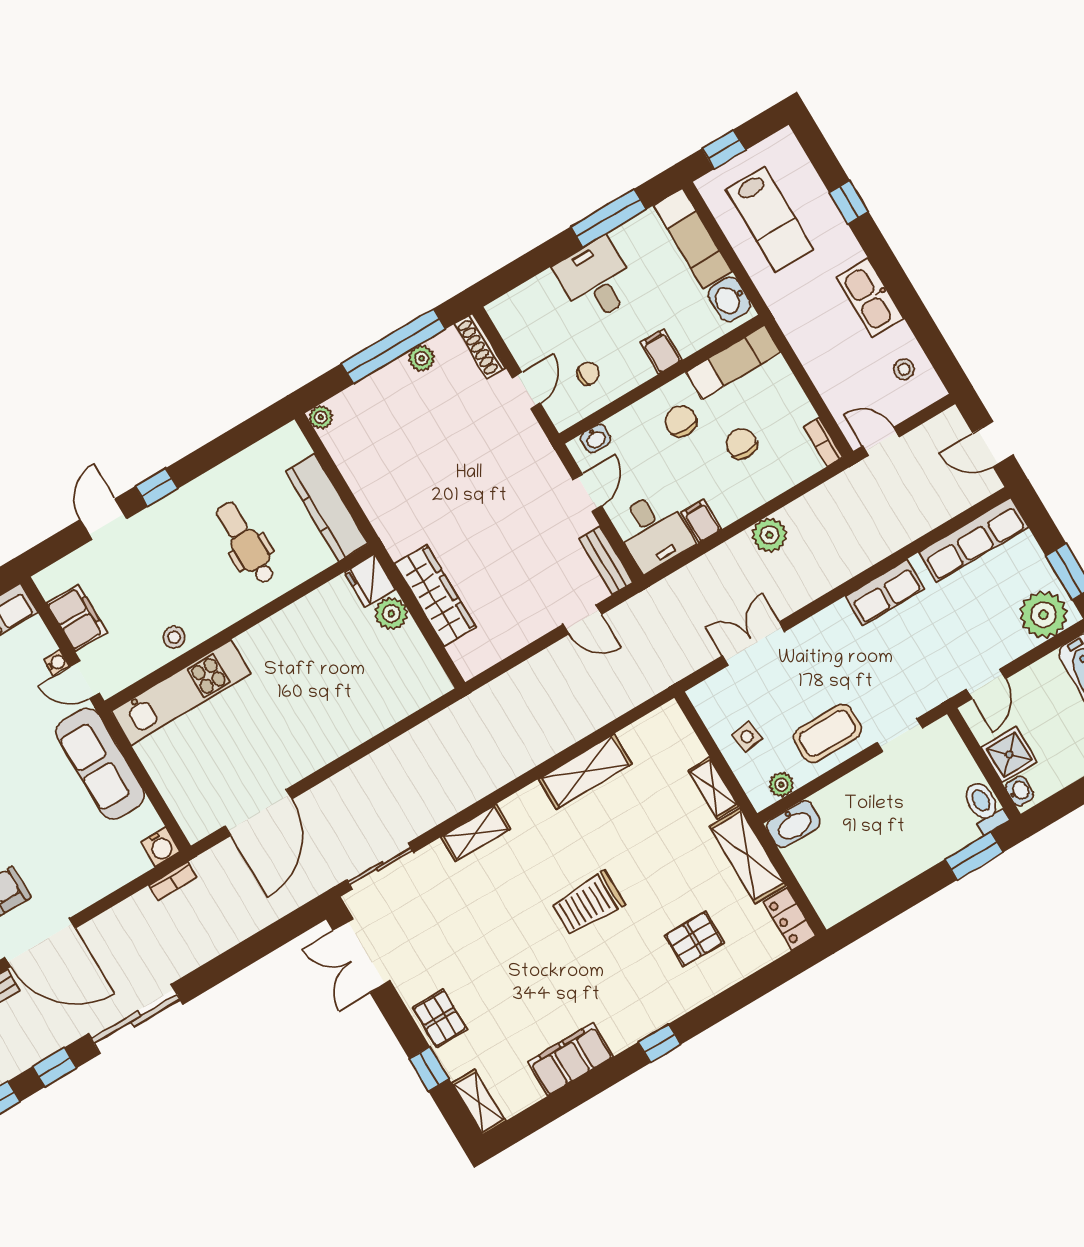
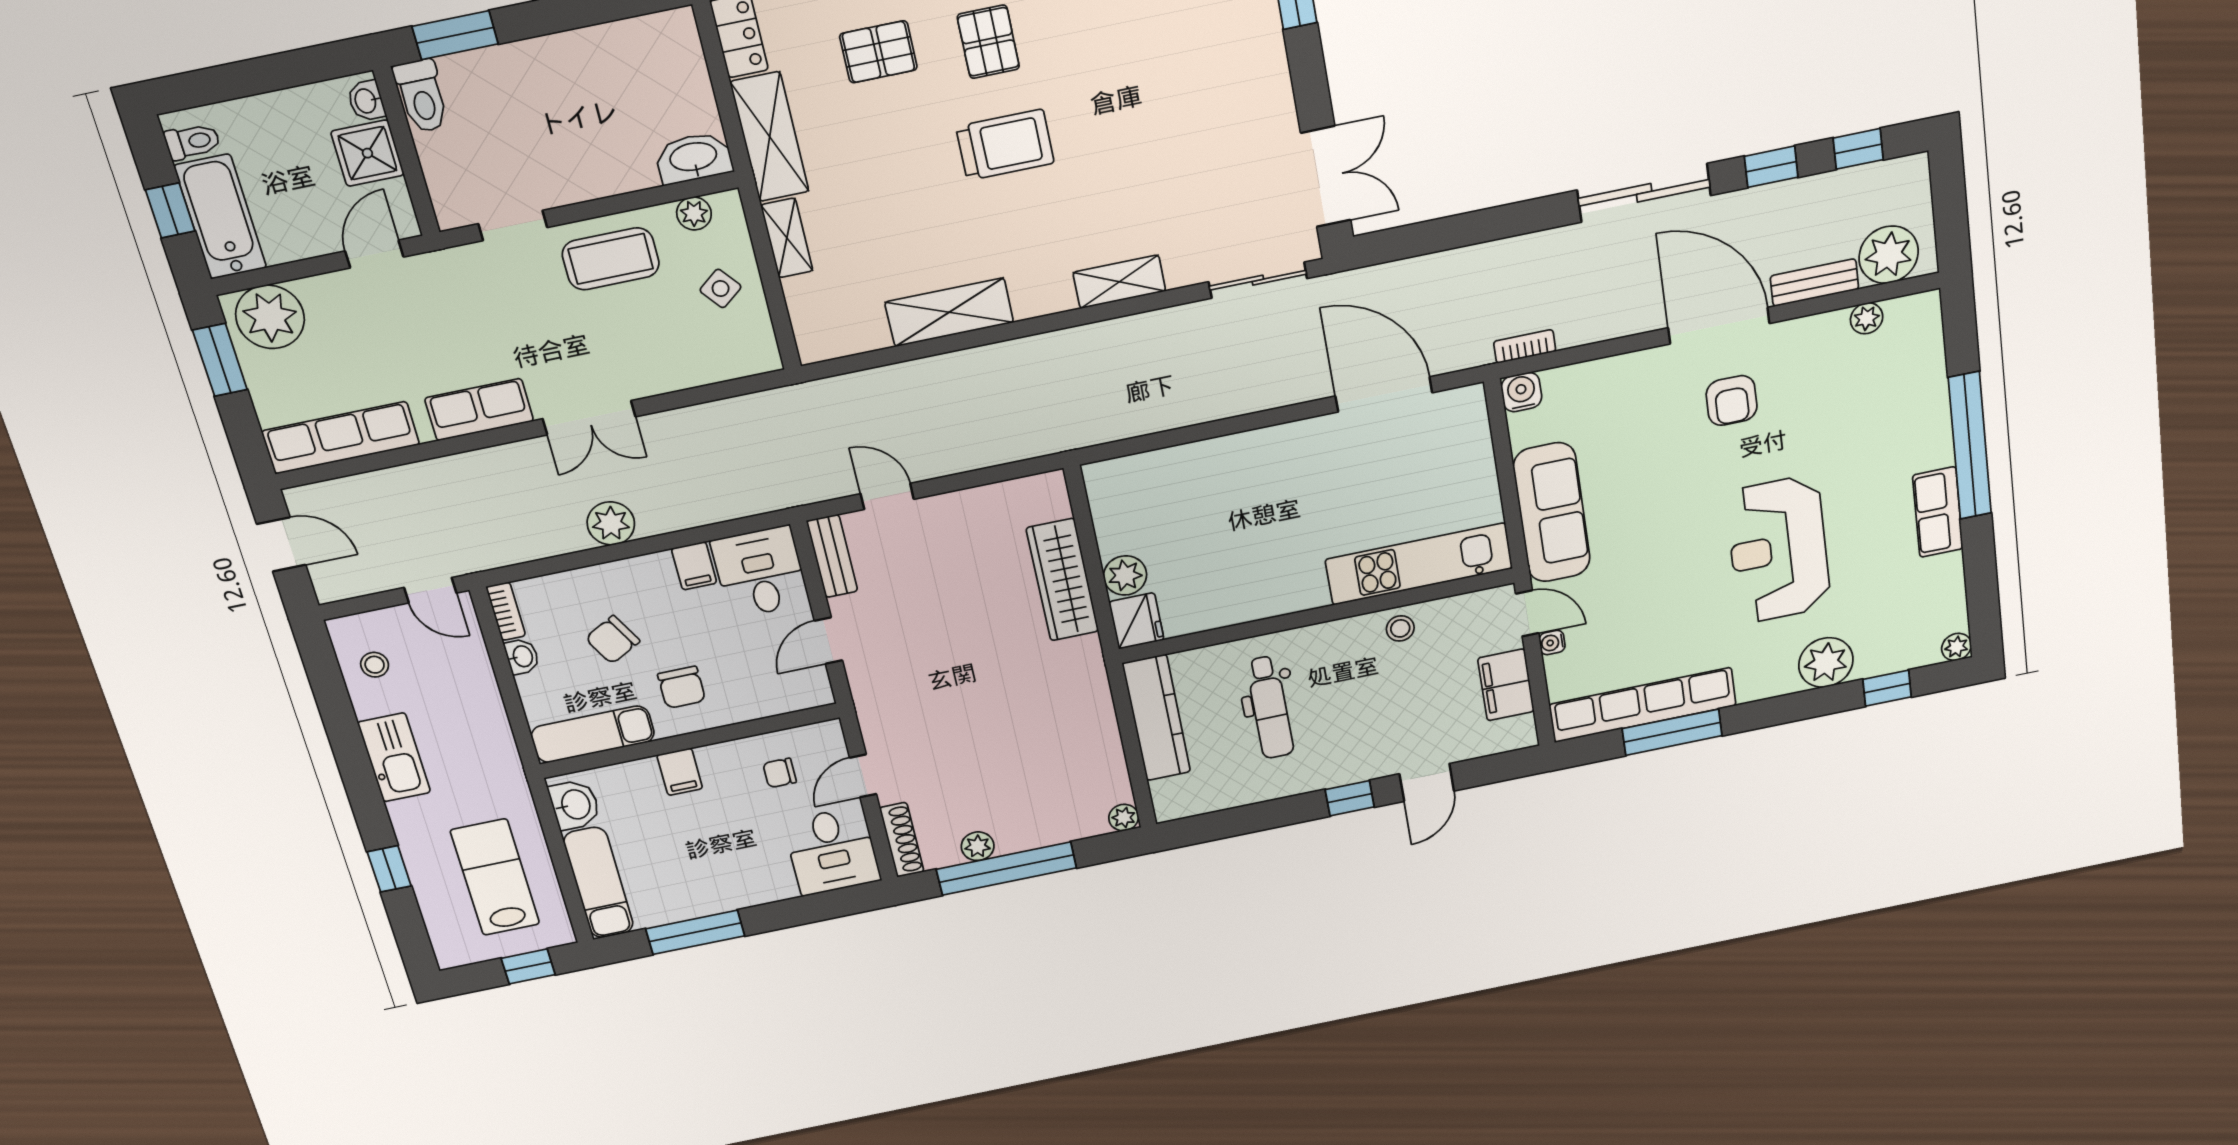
desk: (596, 280) -> (832, 851), moved
washbasin: (596, 438) -> (522, 656), moved, turned 90
chair: (741, 444) -> (613, 640), turned 61
double door: (754, 644) -> (589, 418), moved
side table: (747, 737) -> (721, 288), turned -31
door: (258, 812) -> (1384, 394), hinge flipped
pallet: (440, 1018) -> (988, 42), moved

